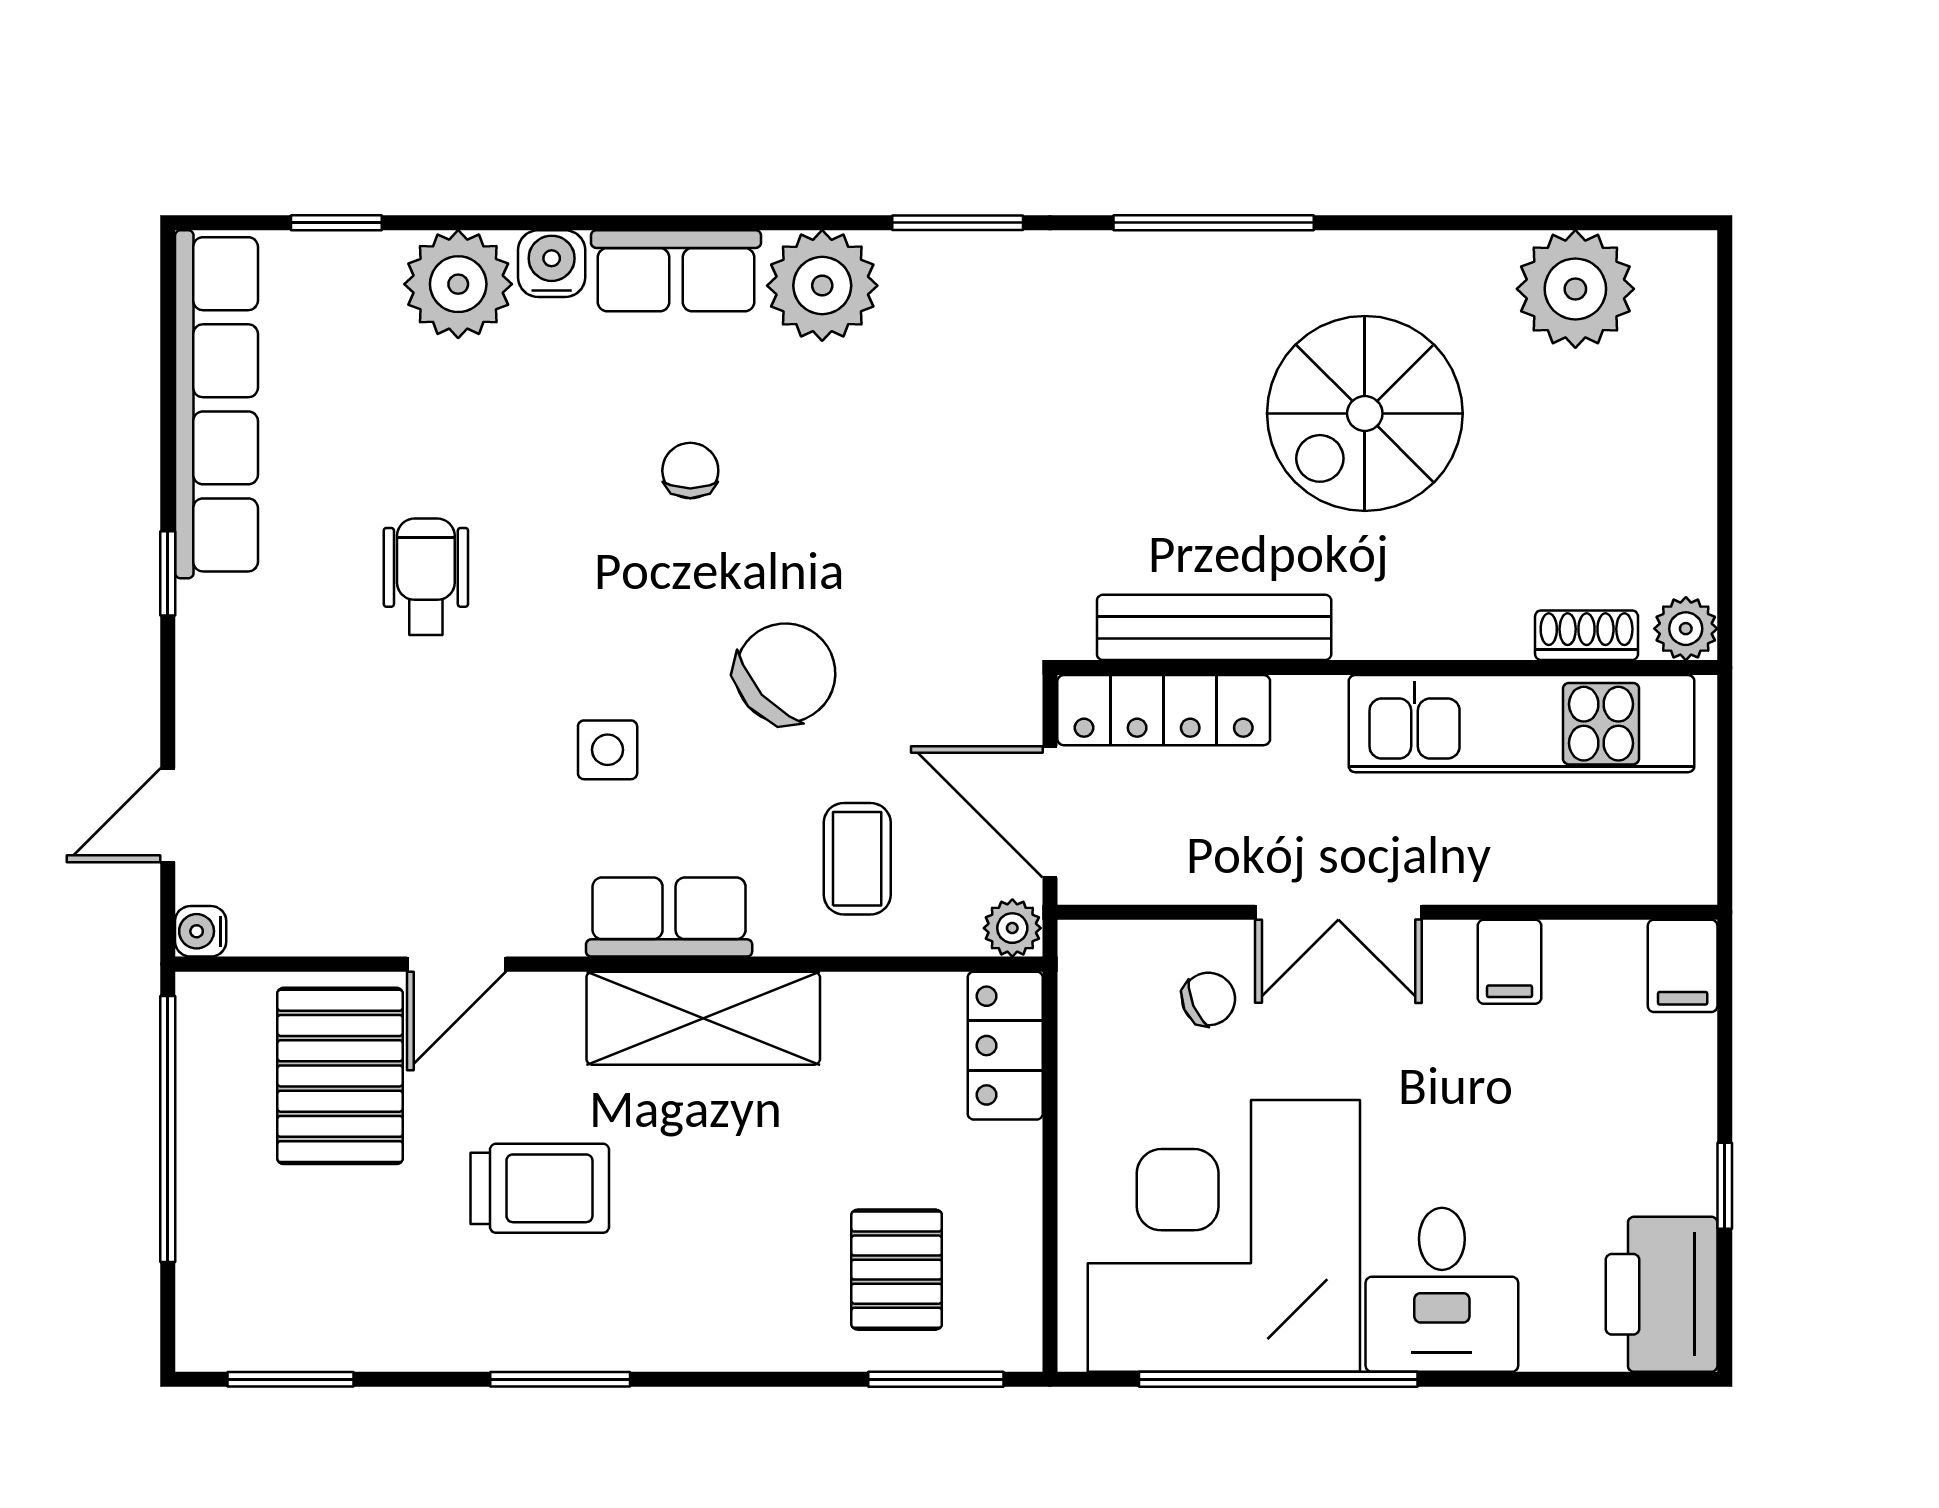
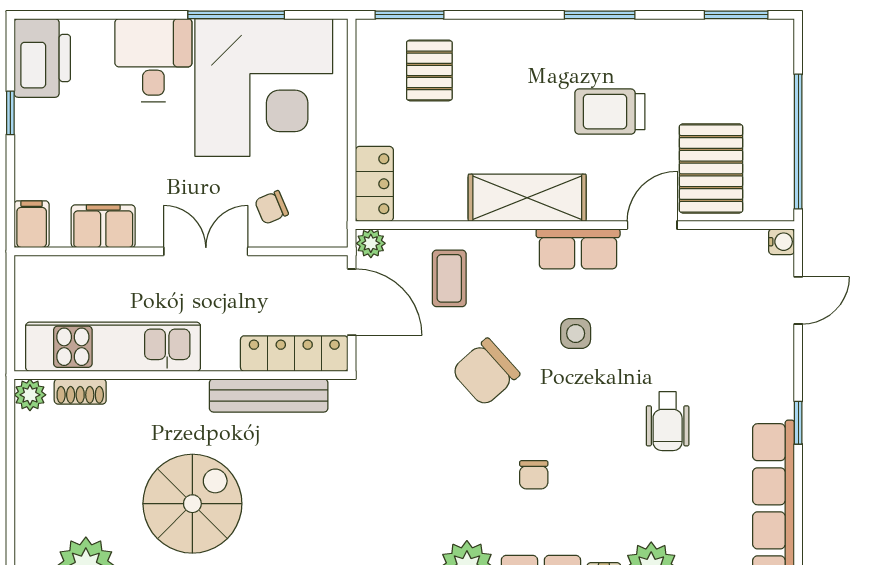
row of seats: (669, 917) -> (578, 249), moved
filing cabinet: (1509, 962) -> (103, 226), width x2.00
window: (1278, 1379) -> (236, 15), width x0.68

